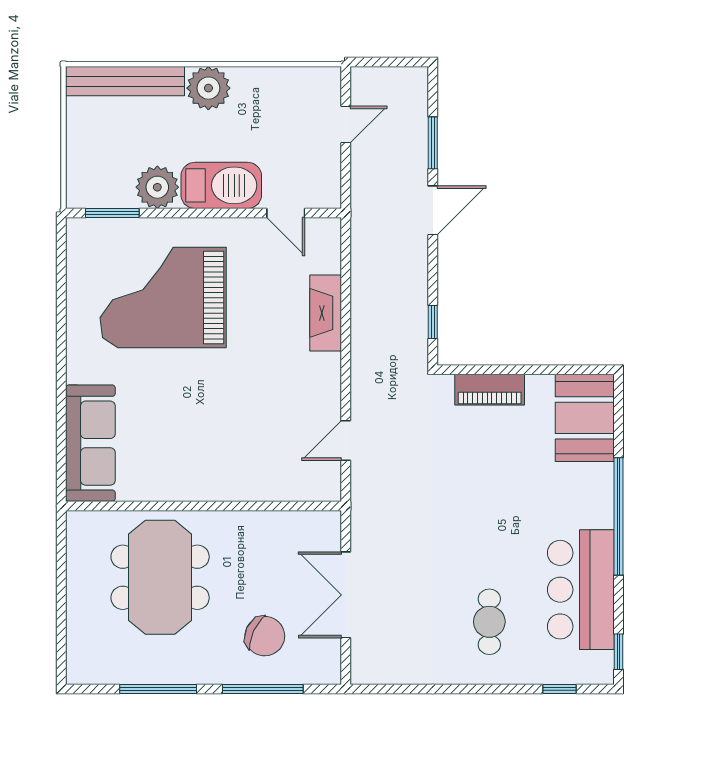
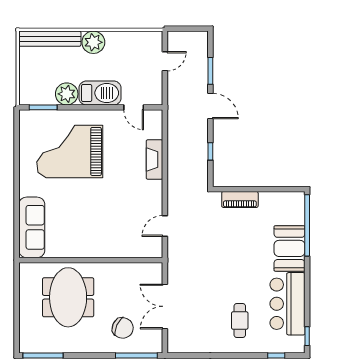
door: (433, 210) -> (210, 106), hinge flipped
window: (433, 322) -> (210, 151), moved
booth: (585, 418) -> (290, 248), moved
window: (619, 516) -> (307, 225), moved
window: (158, 689) -> (43, 355), moved
window: (263, 689) -> (136, 355), moved

